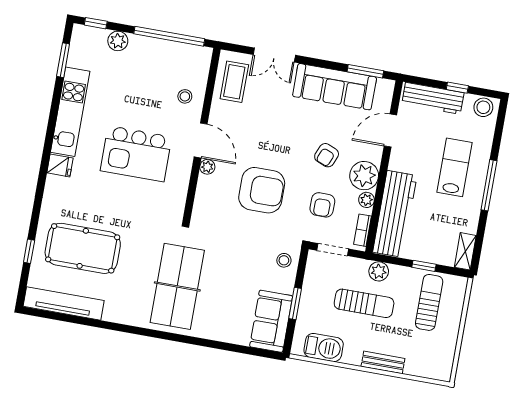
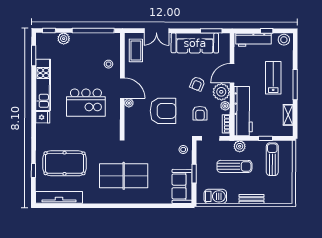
door: (390, 131) -> (232, 73), moved
shelving: (465, 251) -> (288, 115), moved
table tennis table: (177, 286) -> (124, 176), turned 90

